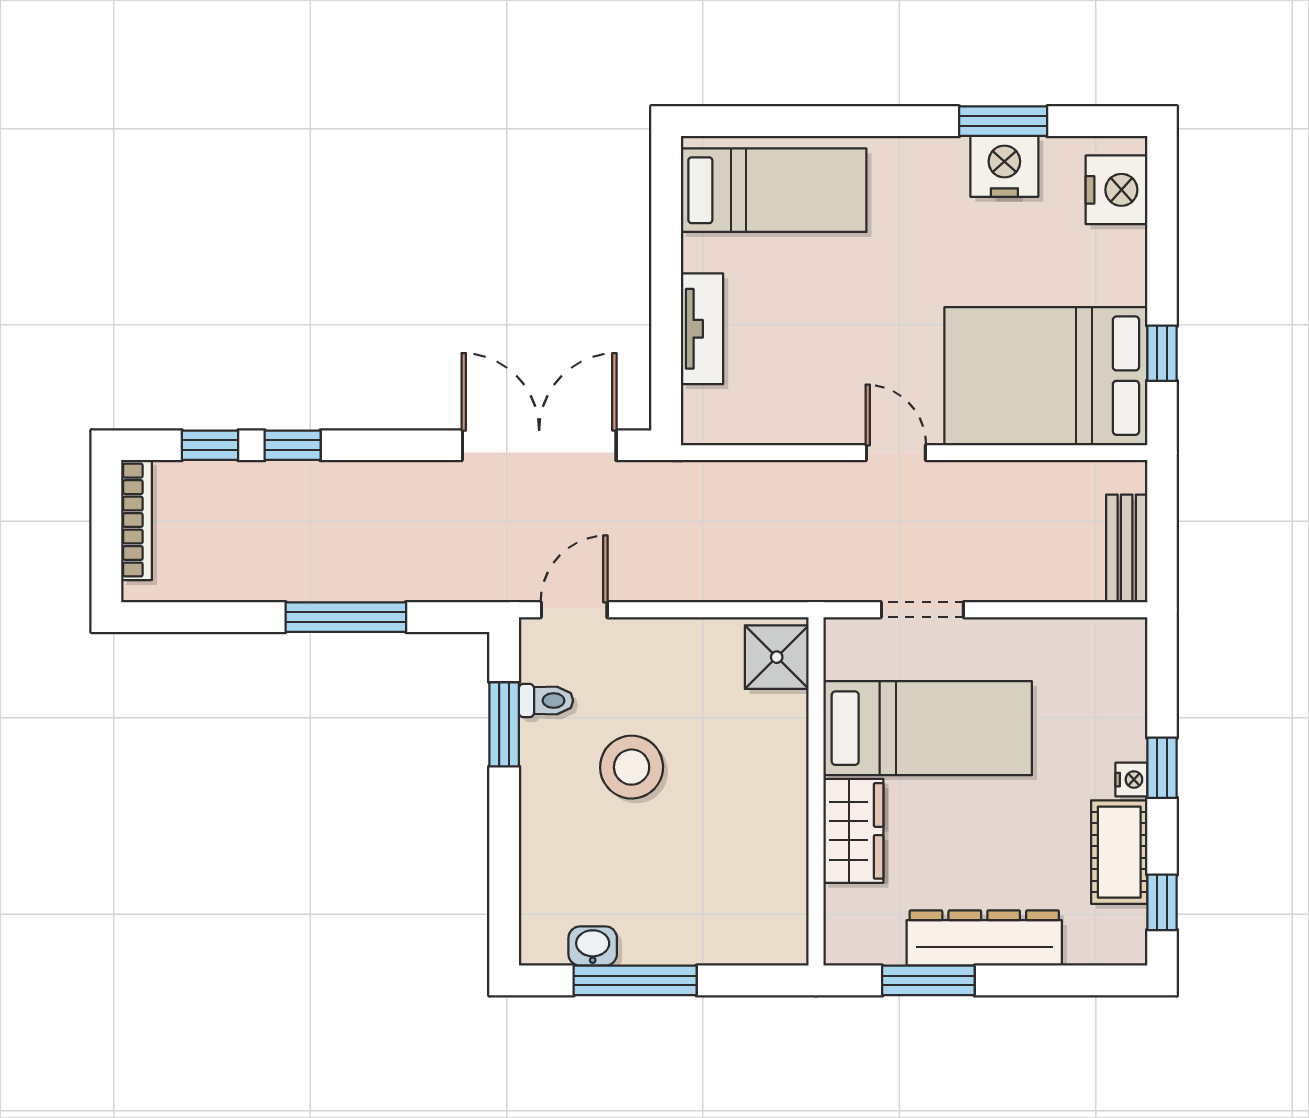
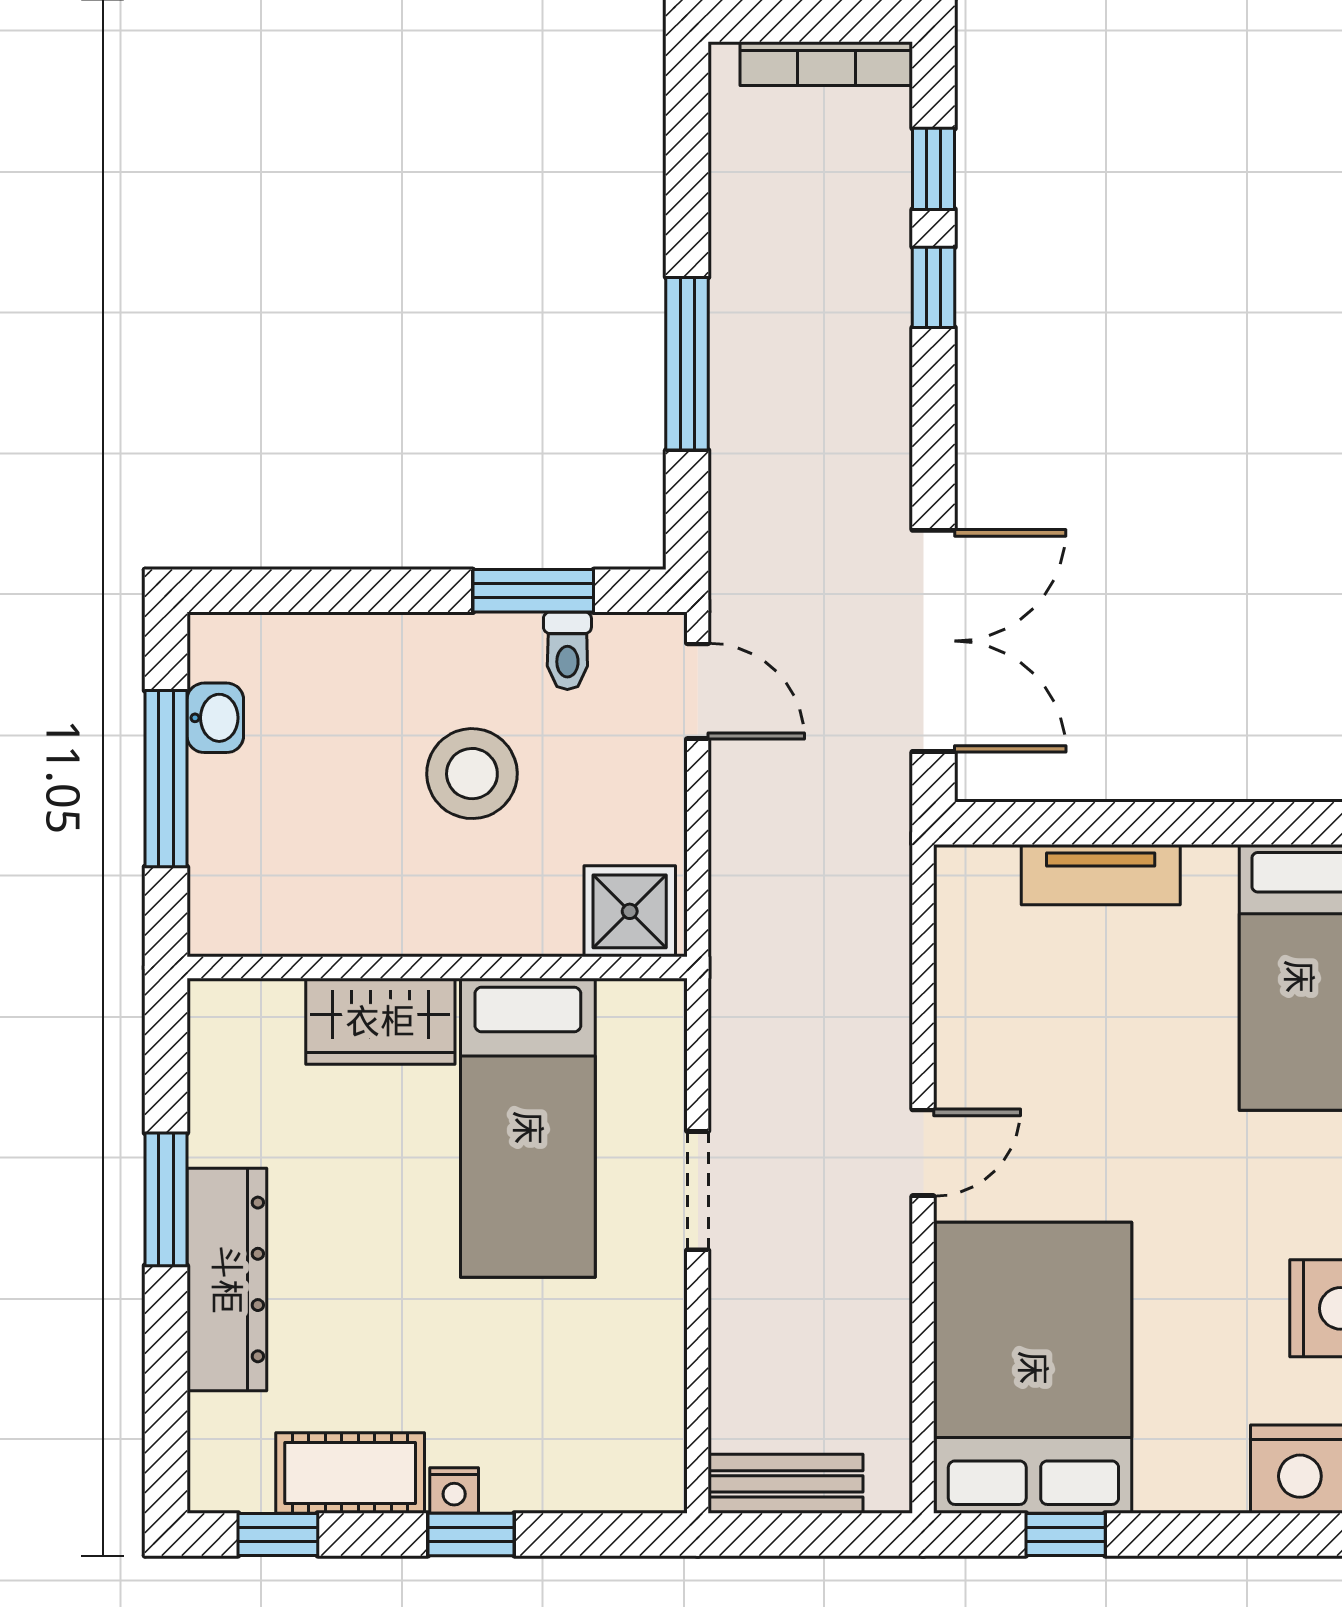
shower: (777, 657) -> (630, 911), moved
bed: (928, 728) -> (528, 1128), moved
wall: (816, 791) -> (437, 968), moved
wardrobe: (853, 831) -> (380, 1021), moved

